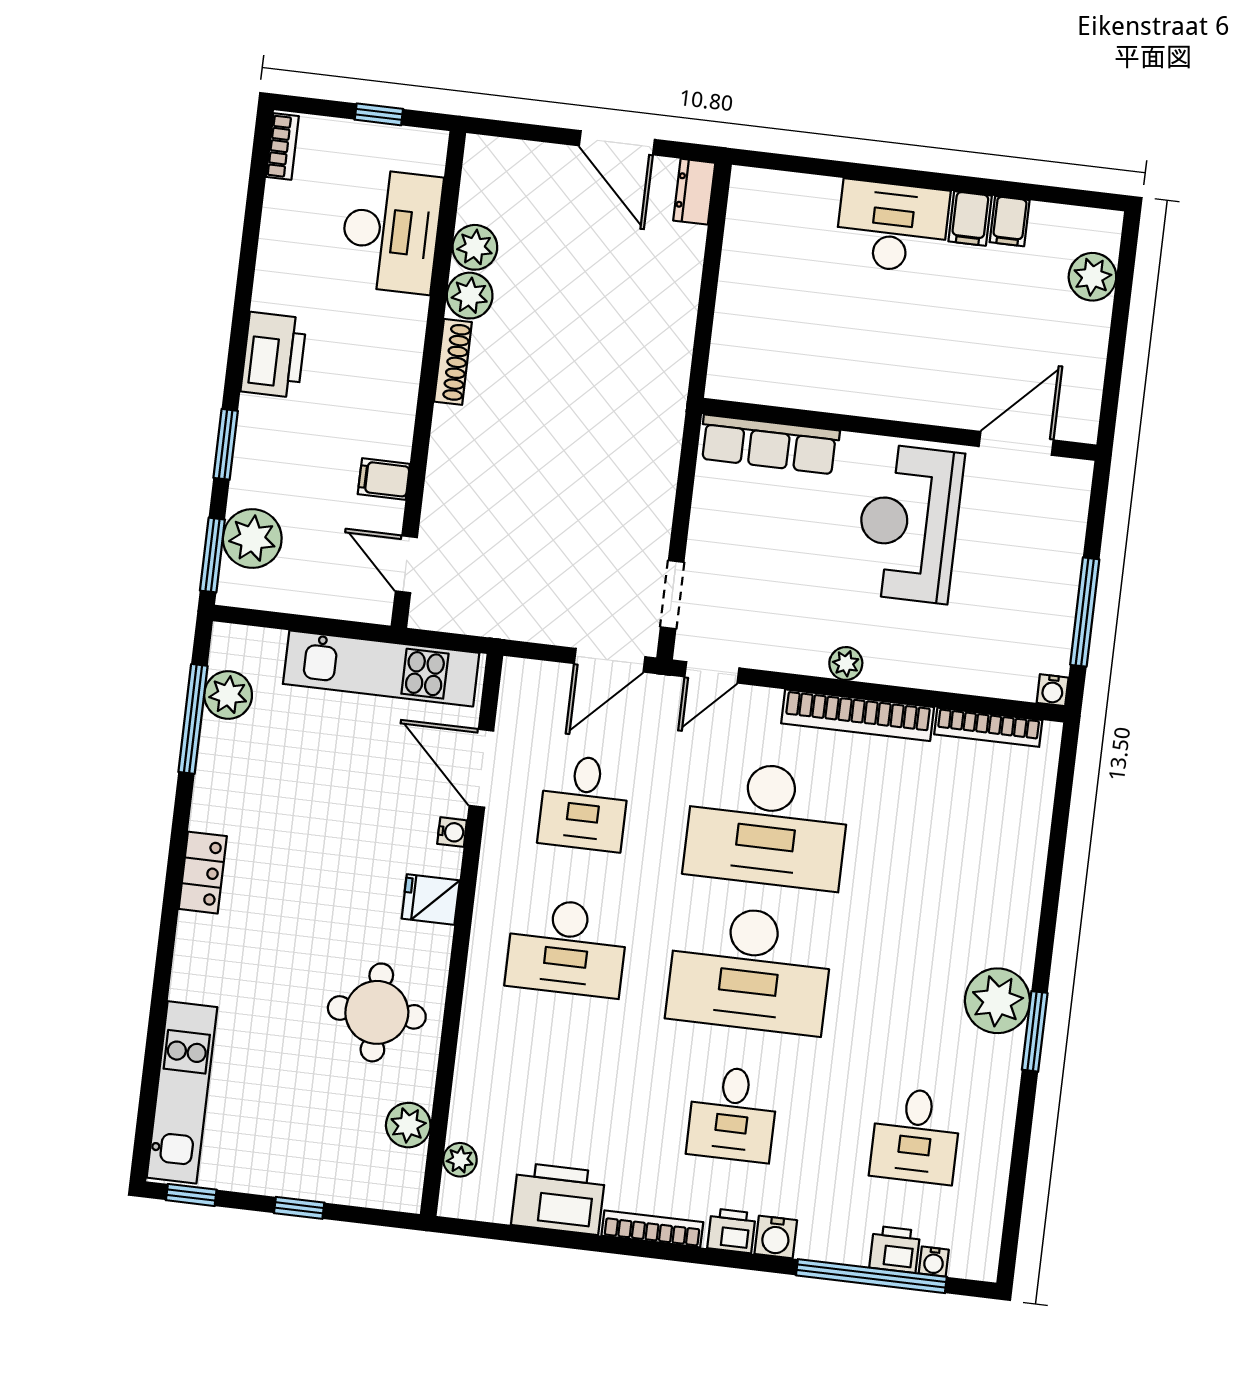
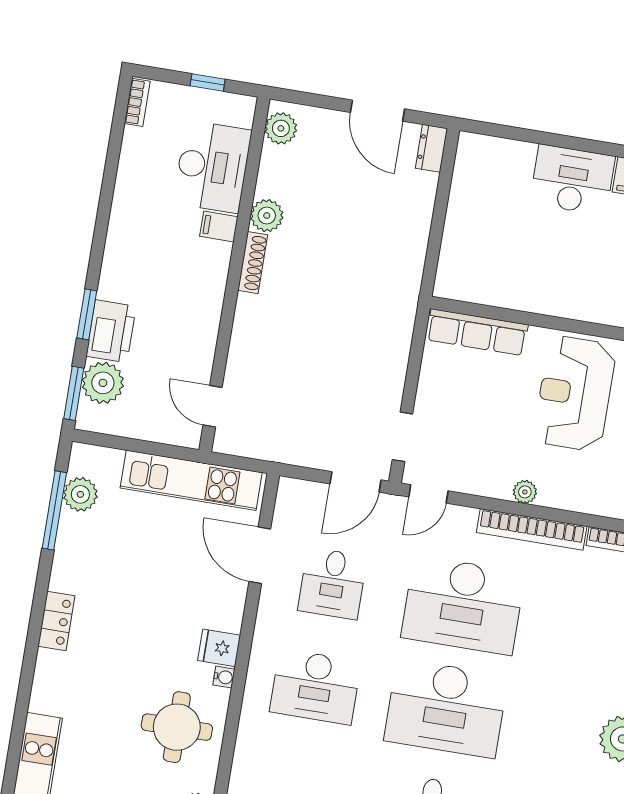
plant: (475, 247) -> (281, 128), moved
printer: (274, 355) -> (111, 331), moved
filing cabinet: (384, 479) -> (219, 226), moved
water cooler: (452, 832) -> (224, 677), moved

